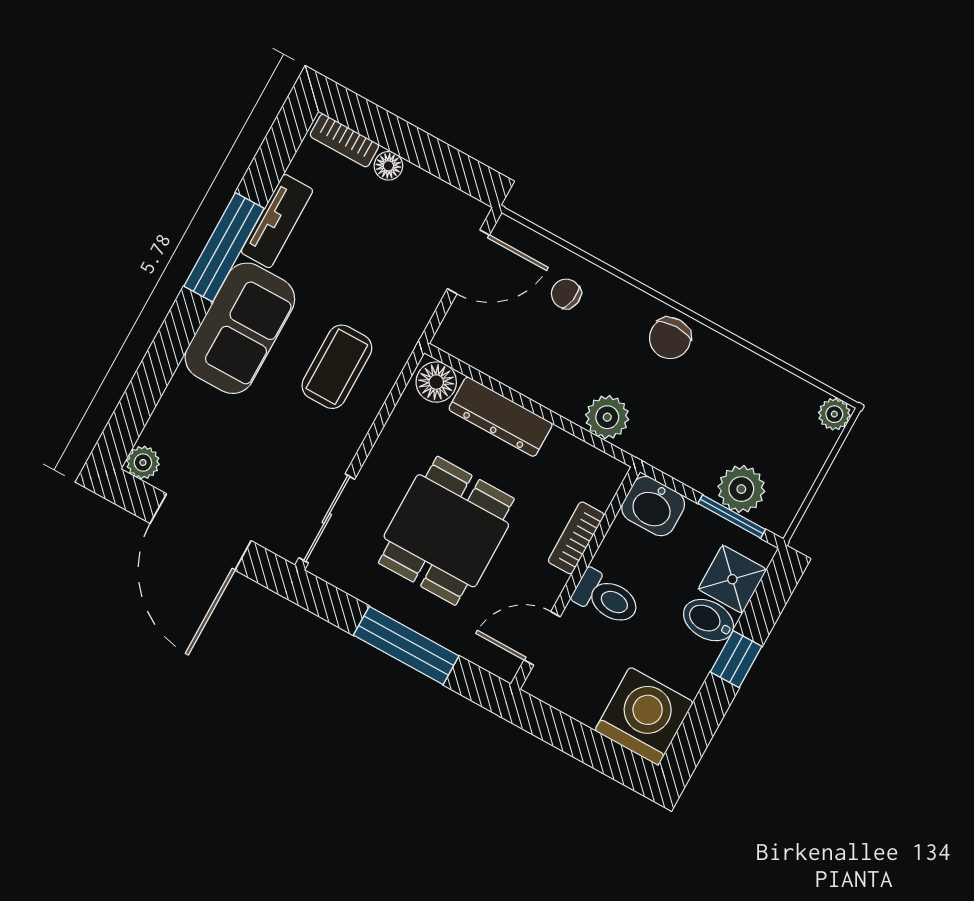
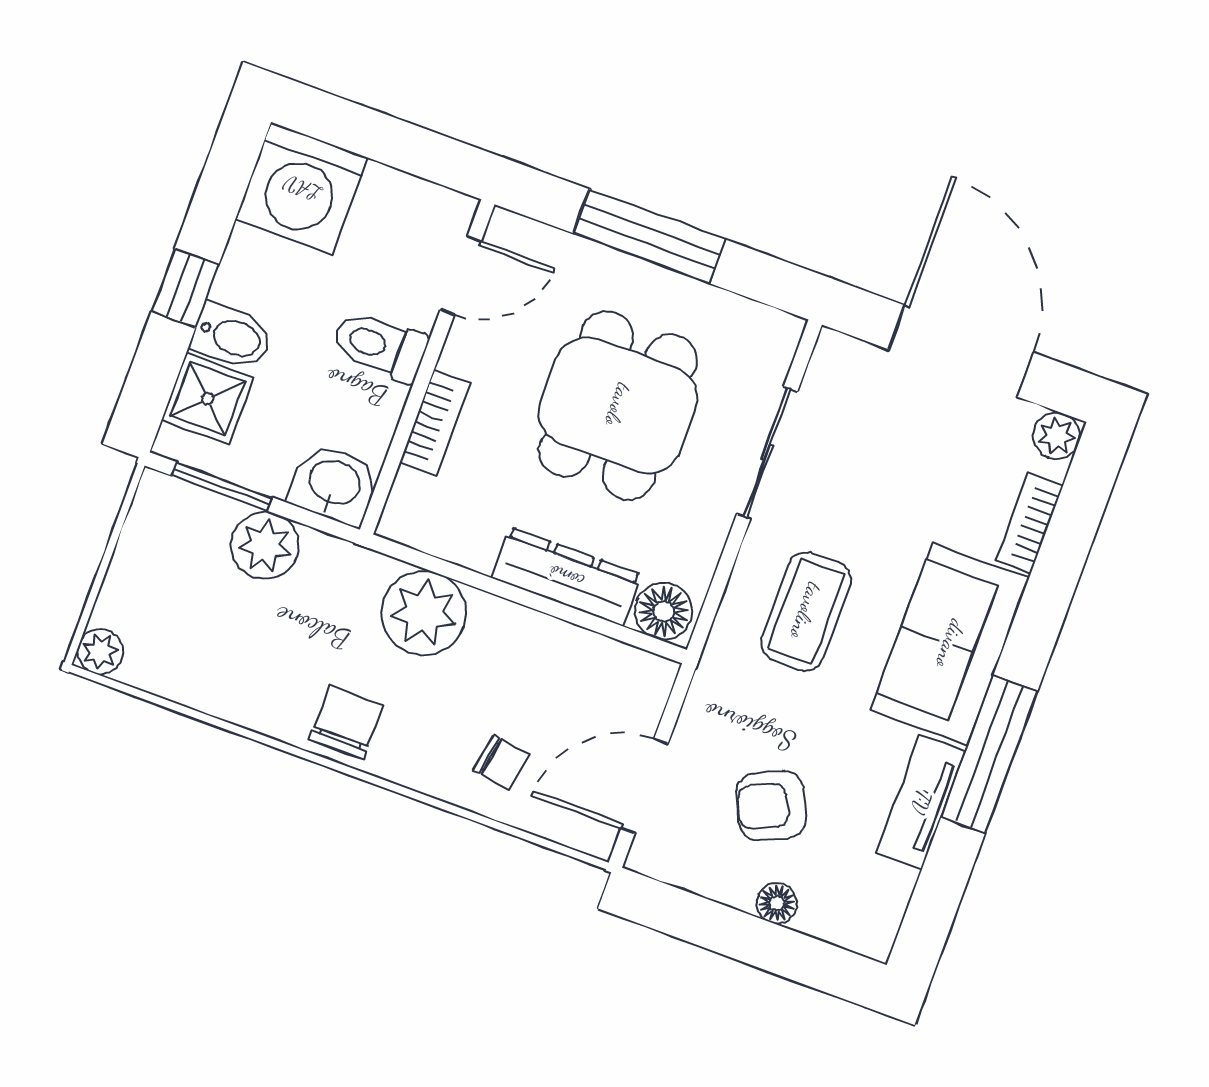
bookcase: (344, 141) -> (1029, 523), moved, turned -90
armchair: (382, 235) -> (771, 806), added
plant: (607, 417) -> (424, 613), width x1.36, depth x1.36
plant: (741, 489) -> (265, 546), moved
sliding door: (327, 518) -> (767, 453), moved

